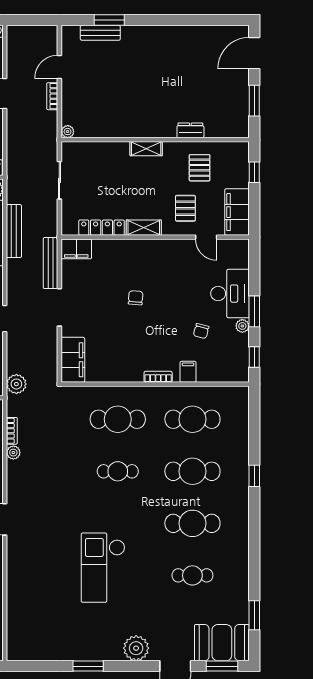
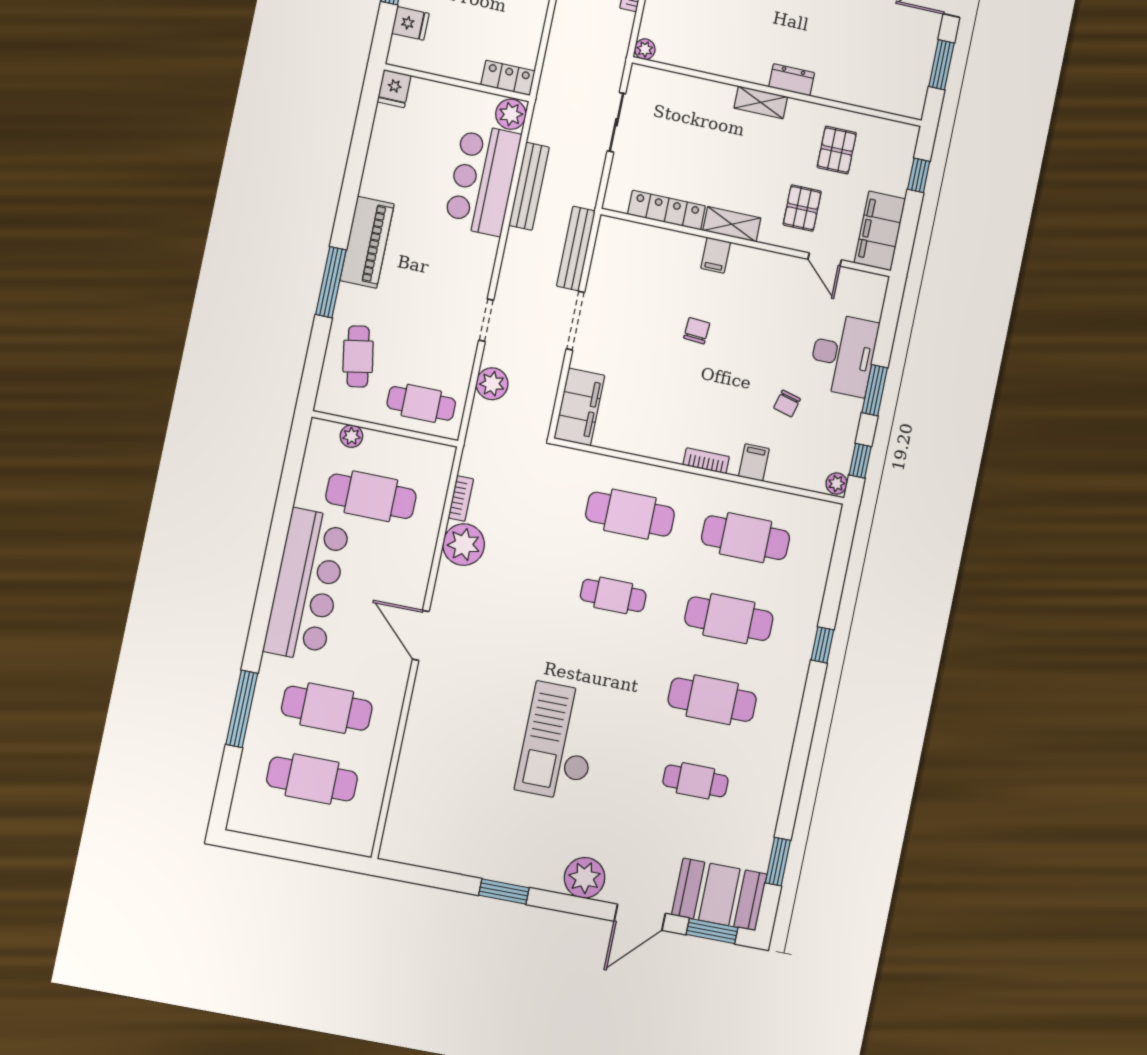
dresser: (190, 130) -> (792, 80), moved
filing cabinet: (76, 249) -> (716, 255), moved, width x0.50
plant: (242, 326) -> (837, 484), moved
plant: (16, 384) -> (492, 384), moved
plant: (13, 453) -> (464, 545), width x1.87, depth x1.87

